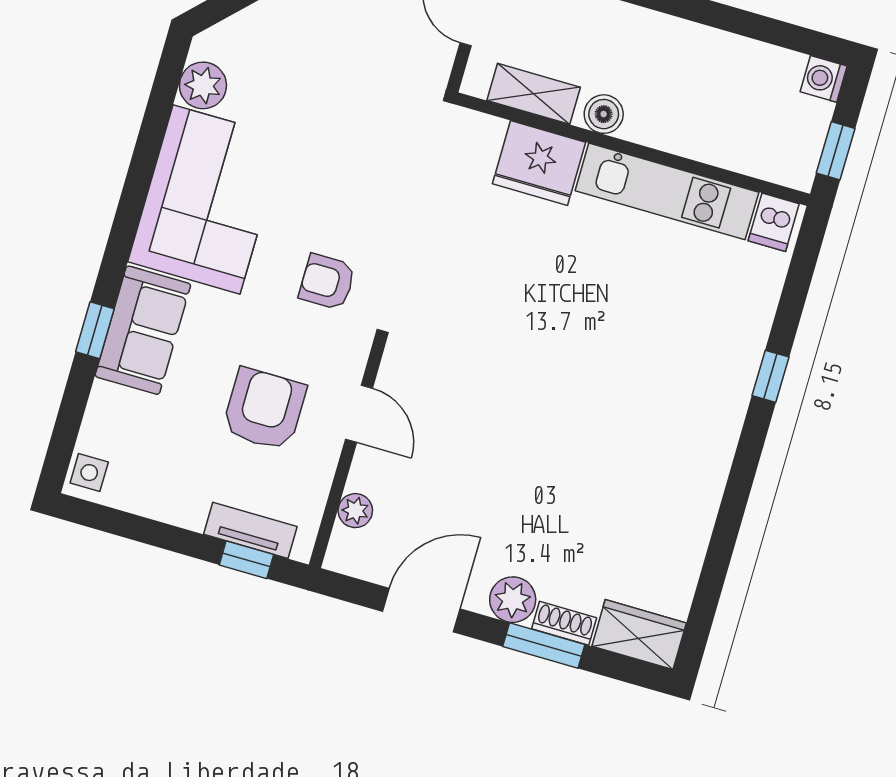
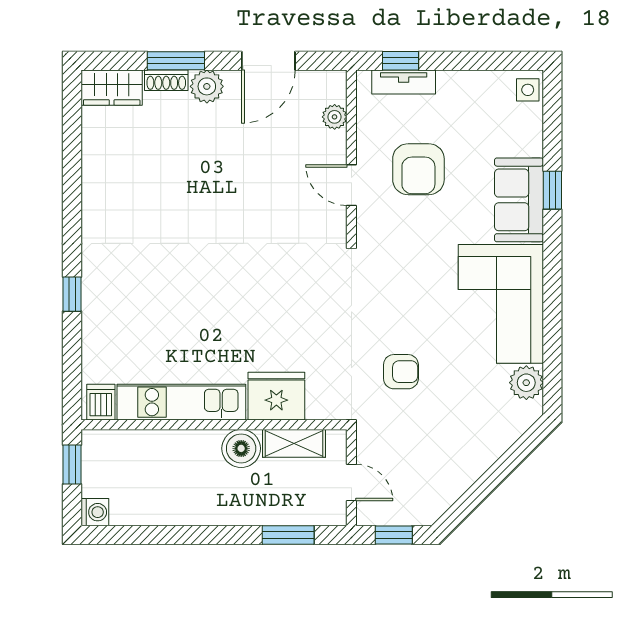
boiler: (604, 114) -> (241, 448), width x1.36, depth x1.36
armchair: (327, 282) -> (401, 372), moved

